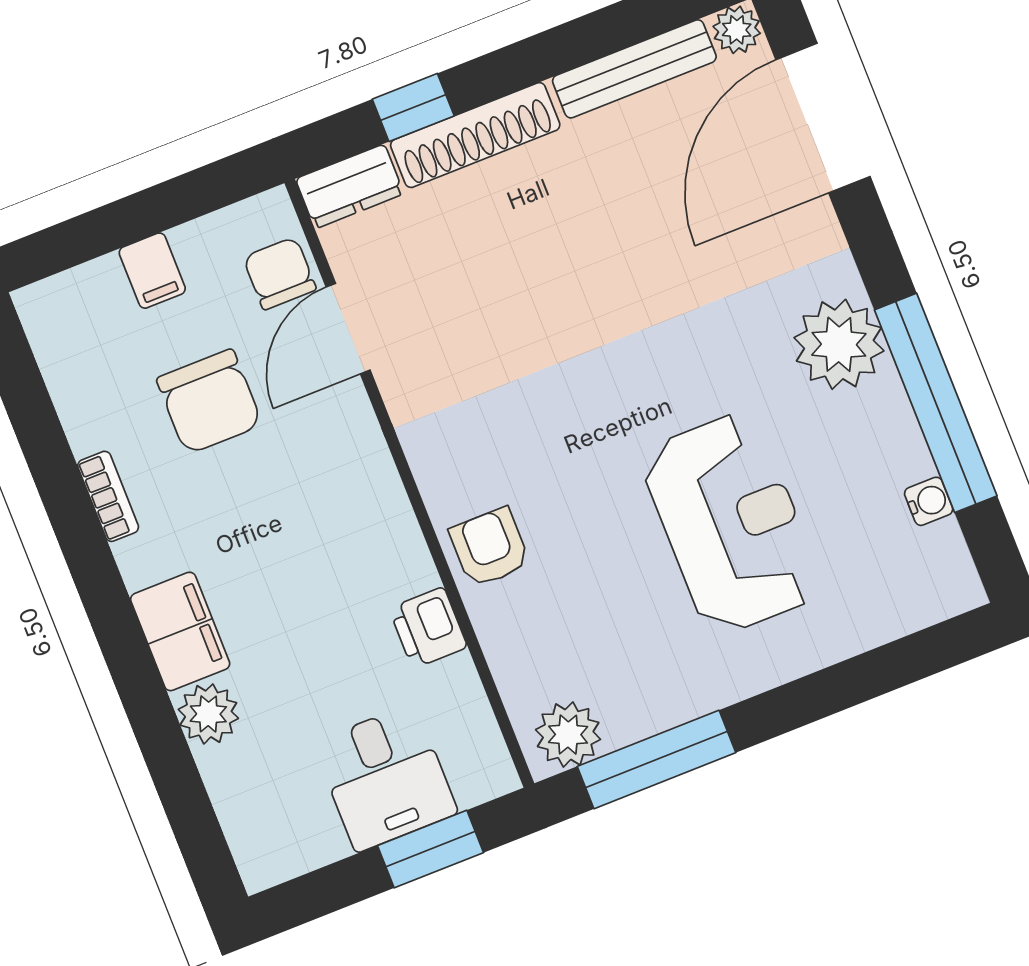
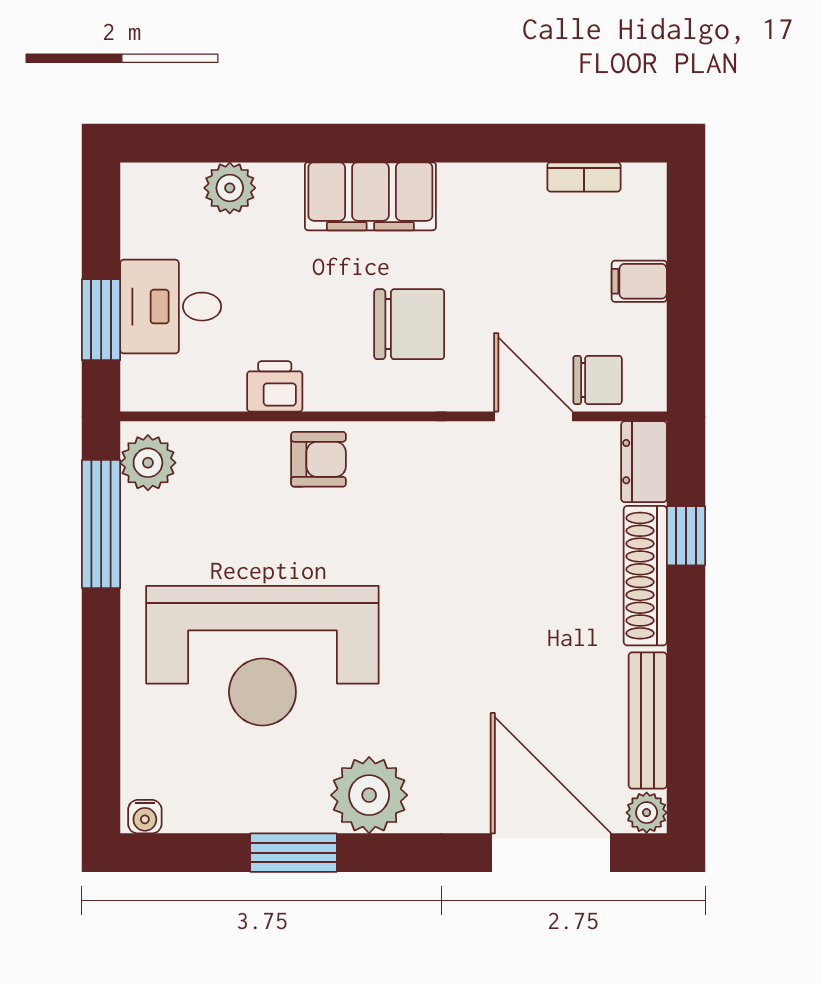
chair: (209, 402) -> (409, 324), moved, turned 180
window: (936, 403) -> (293, 853), width x0.47
bookcase: (108, 496) -> (584, 177), moved
water cooler: (929, 501) -> (145, 817), moved
reception desk: (731, 523) -> (262, 656), width x1.36, depth x1.30
filing cabinet: (180, 631) -> (370, 196), width x1.50, depth x1.17
plant: (208, 714) -> (230, 188), moved

